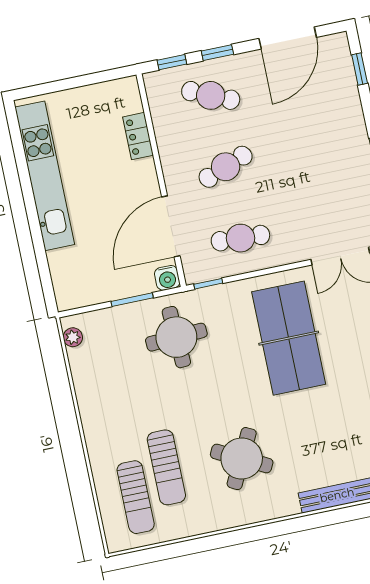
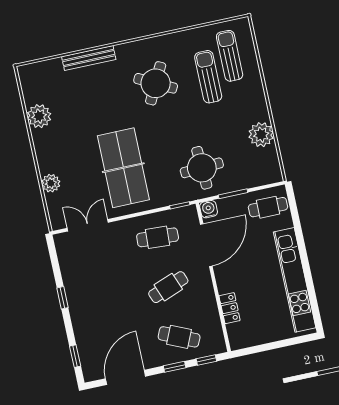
cafe table: (82, 280) -> (268, 207), added
plant: (73, 337) -> (261, 135), moved, width x1.87, depth x1.87

